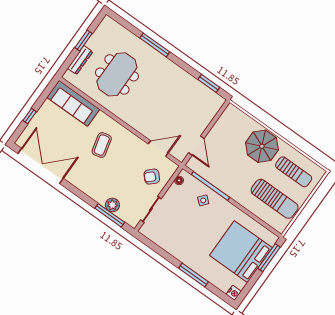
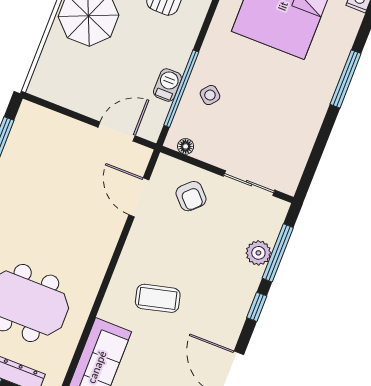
barbecue: (214, 179) -> (167, 85), added
window: (84, 197) -> (257, 307), added

